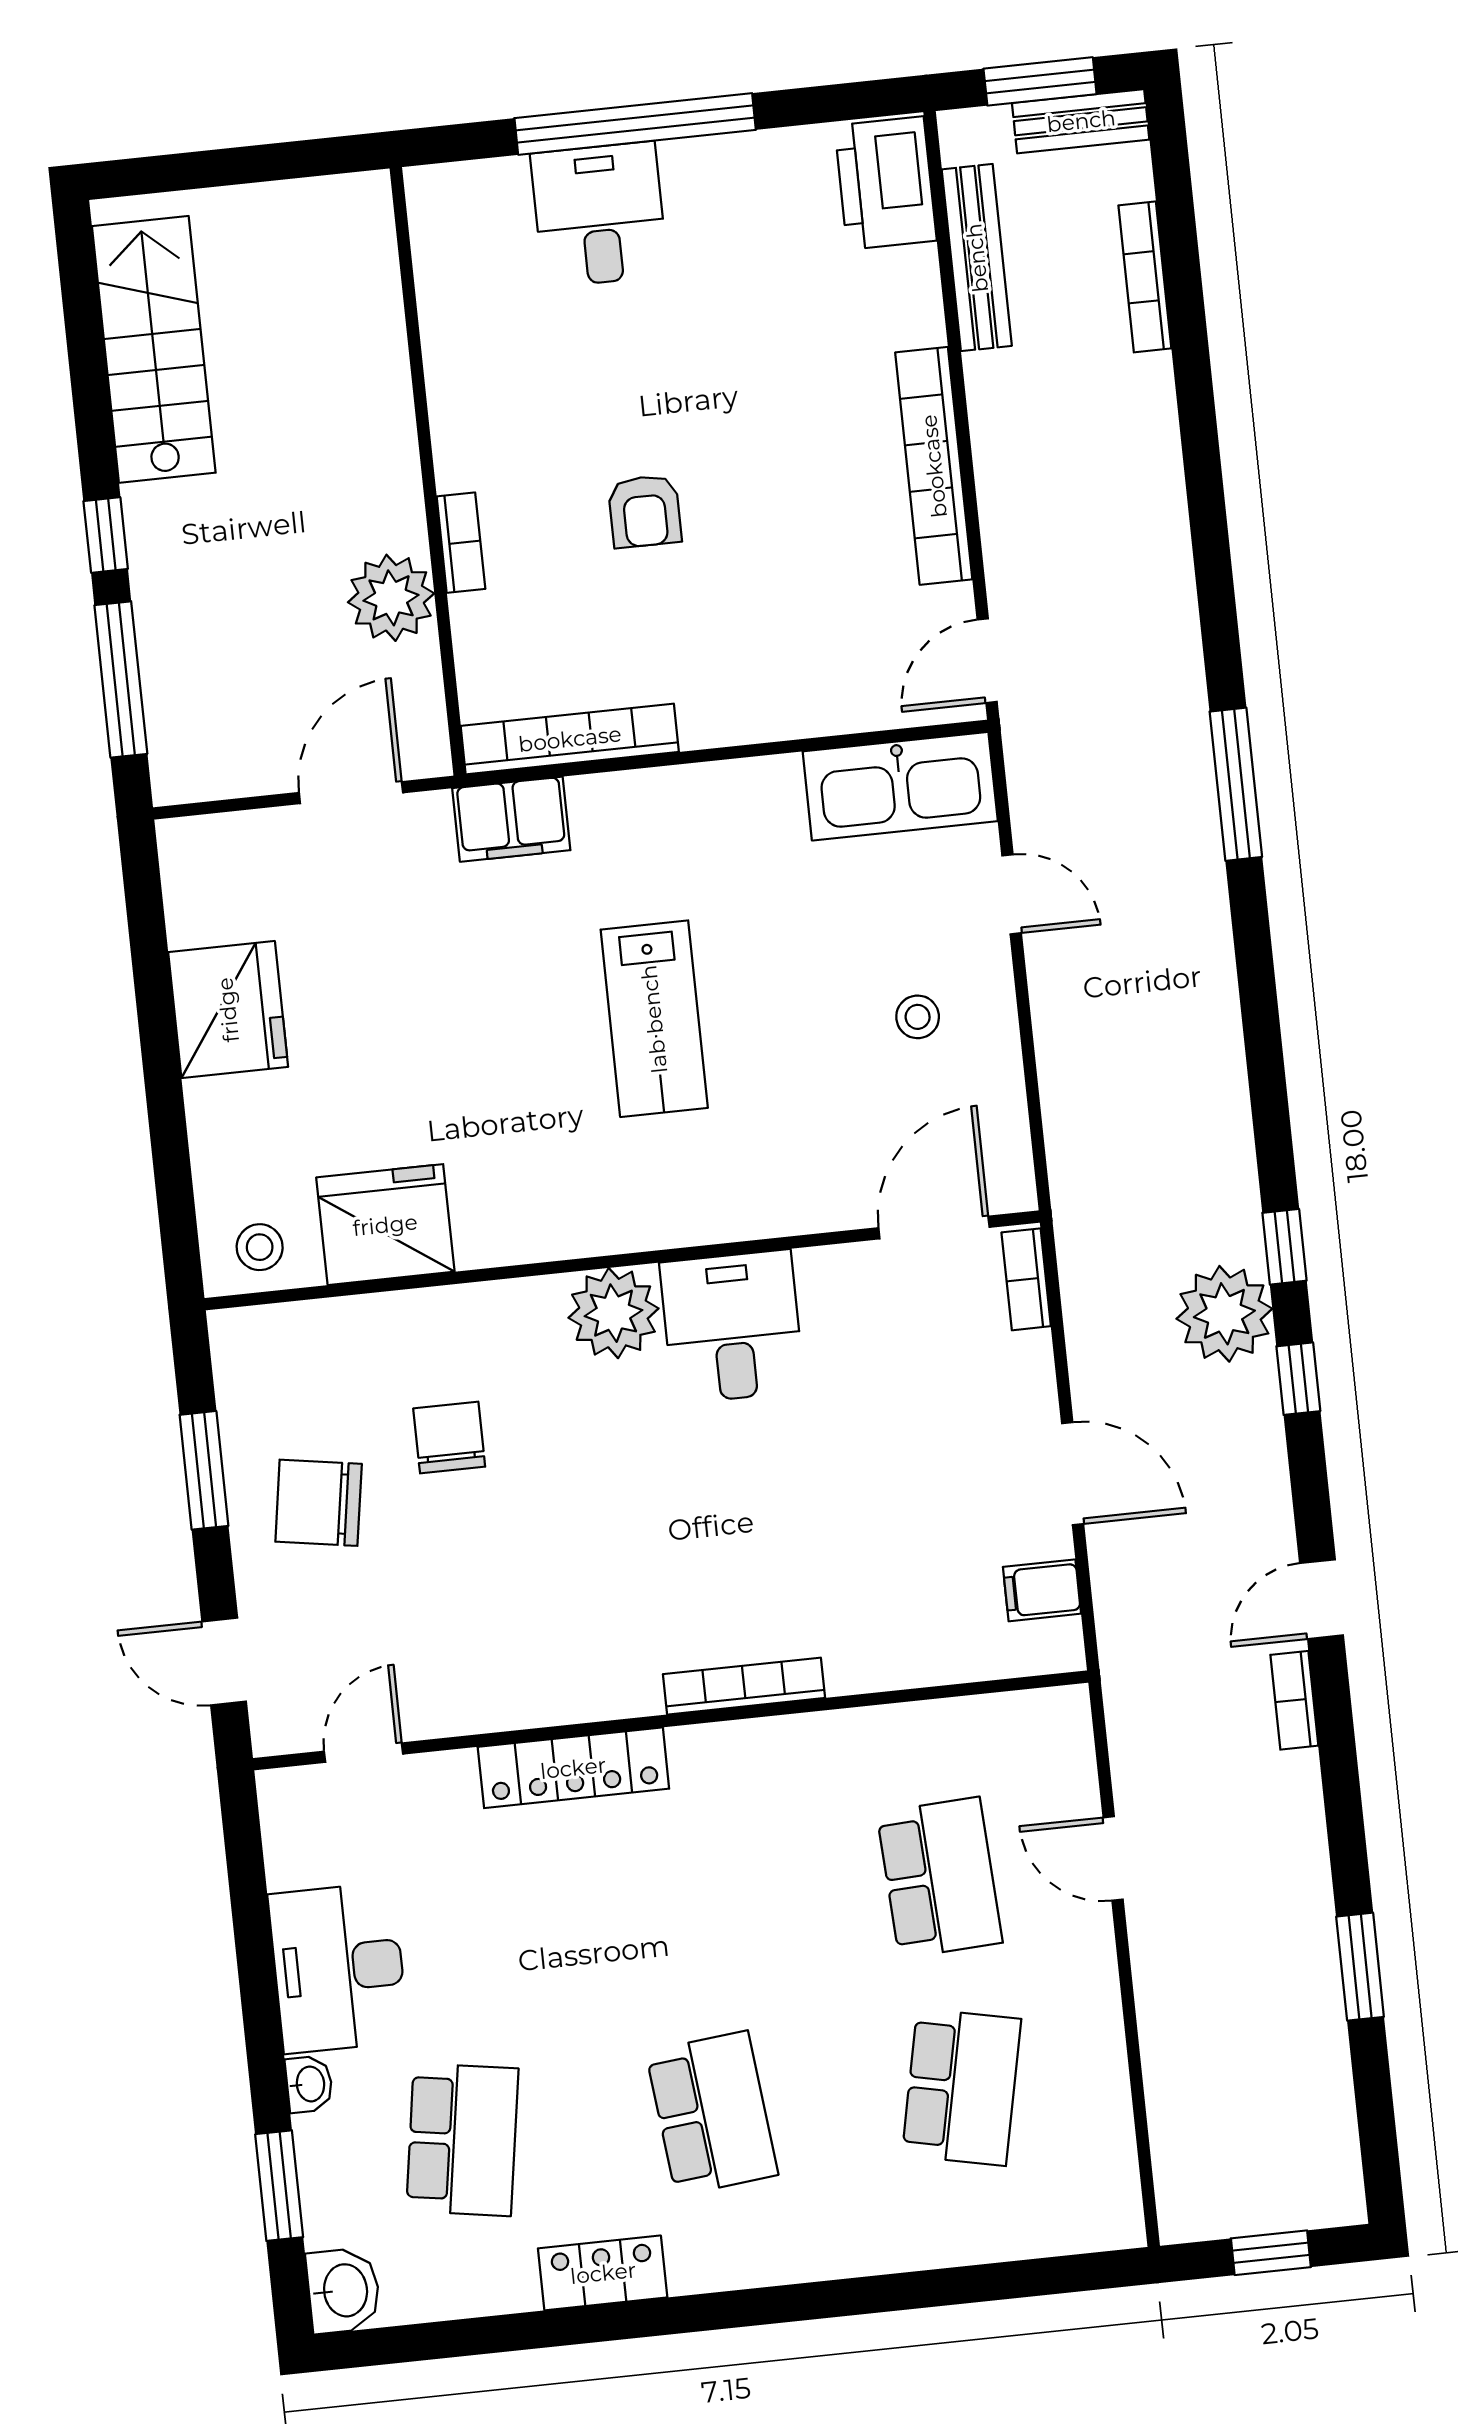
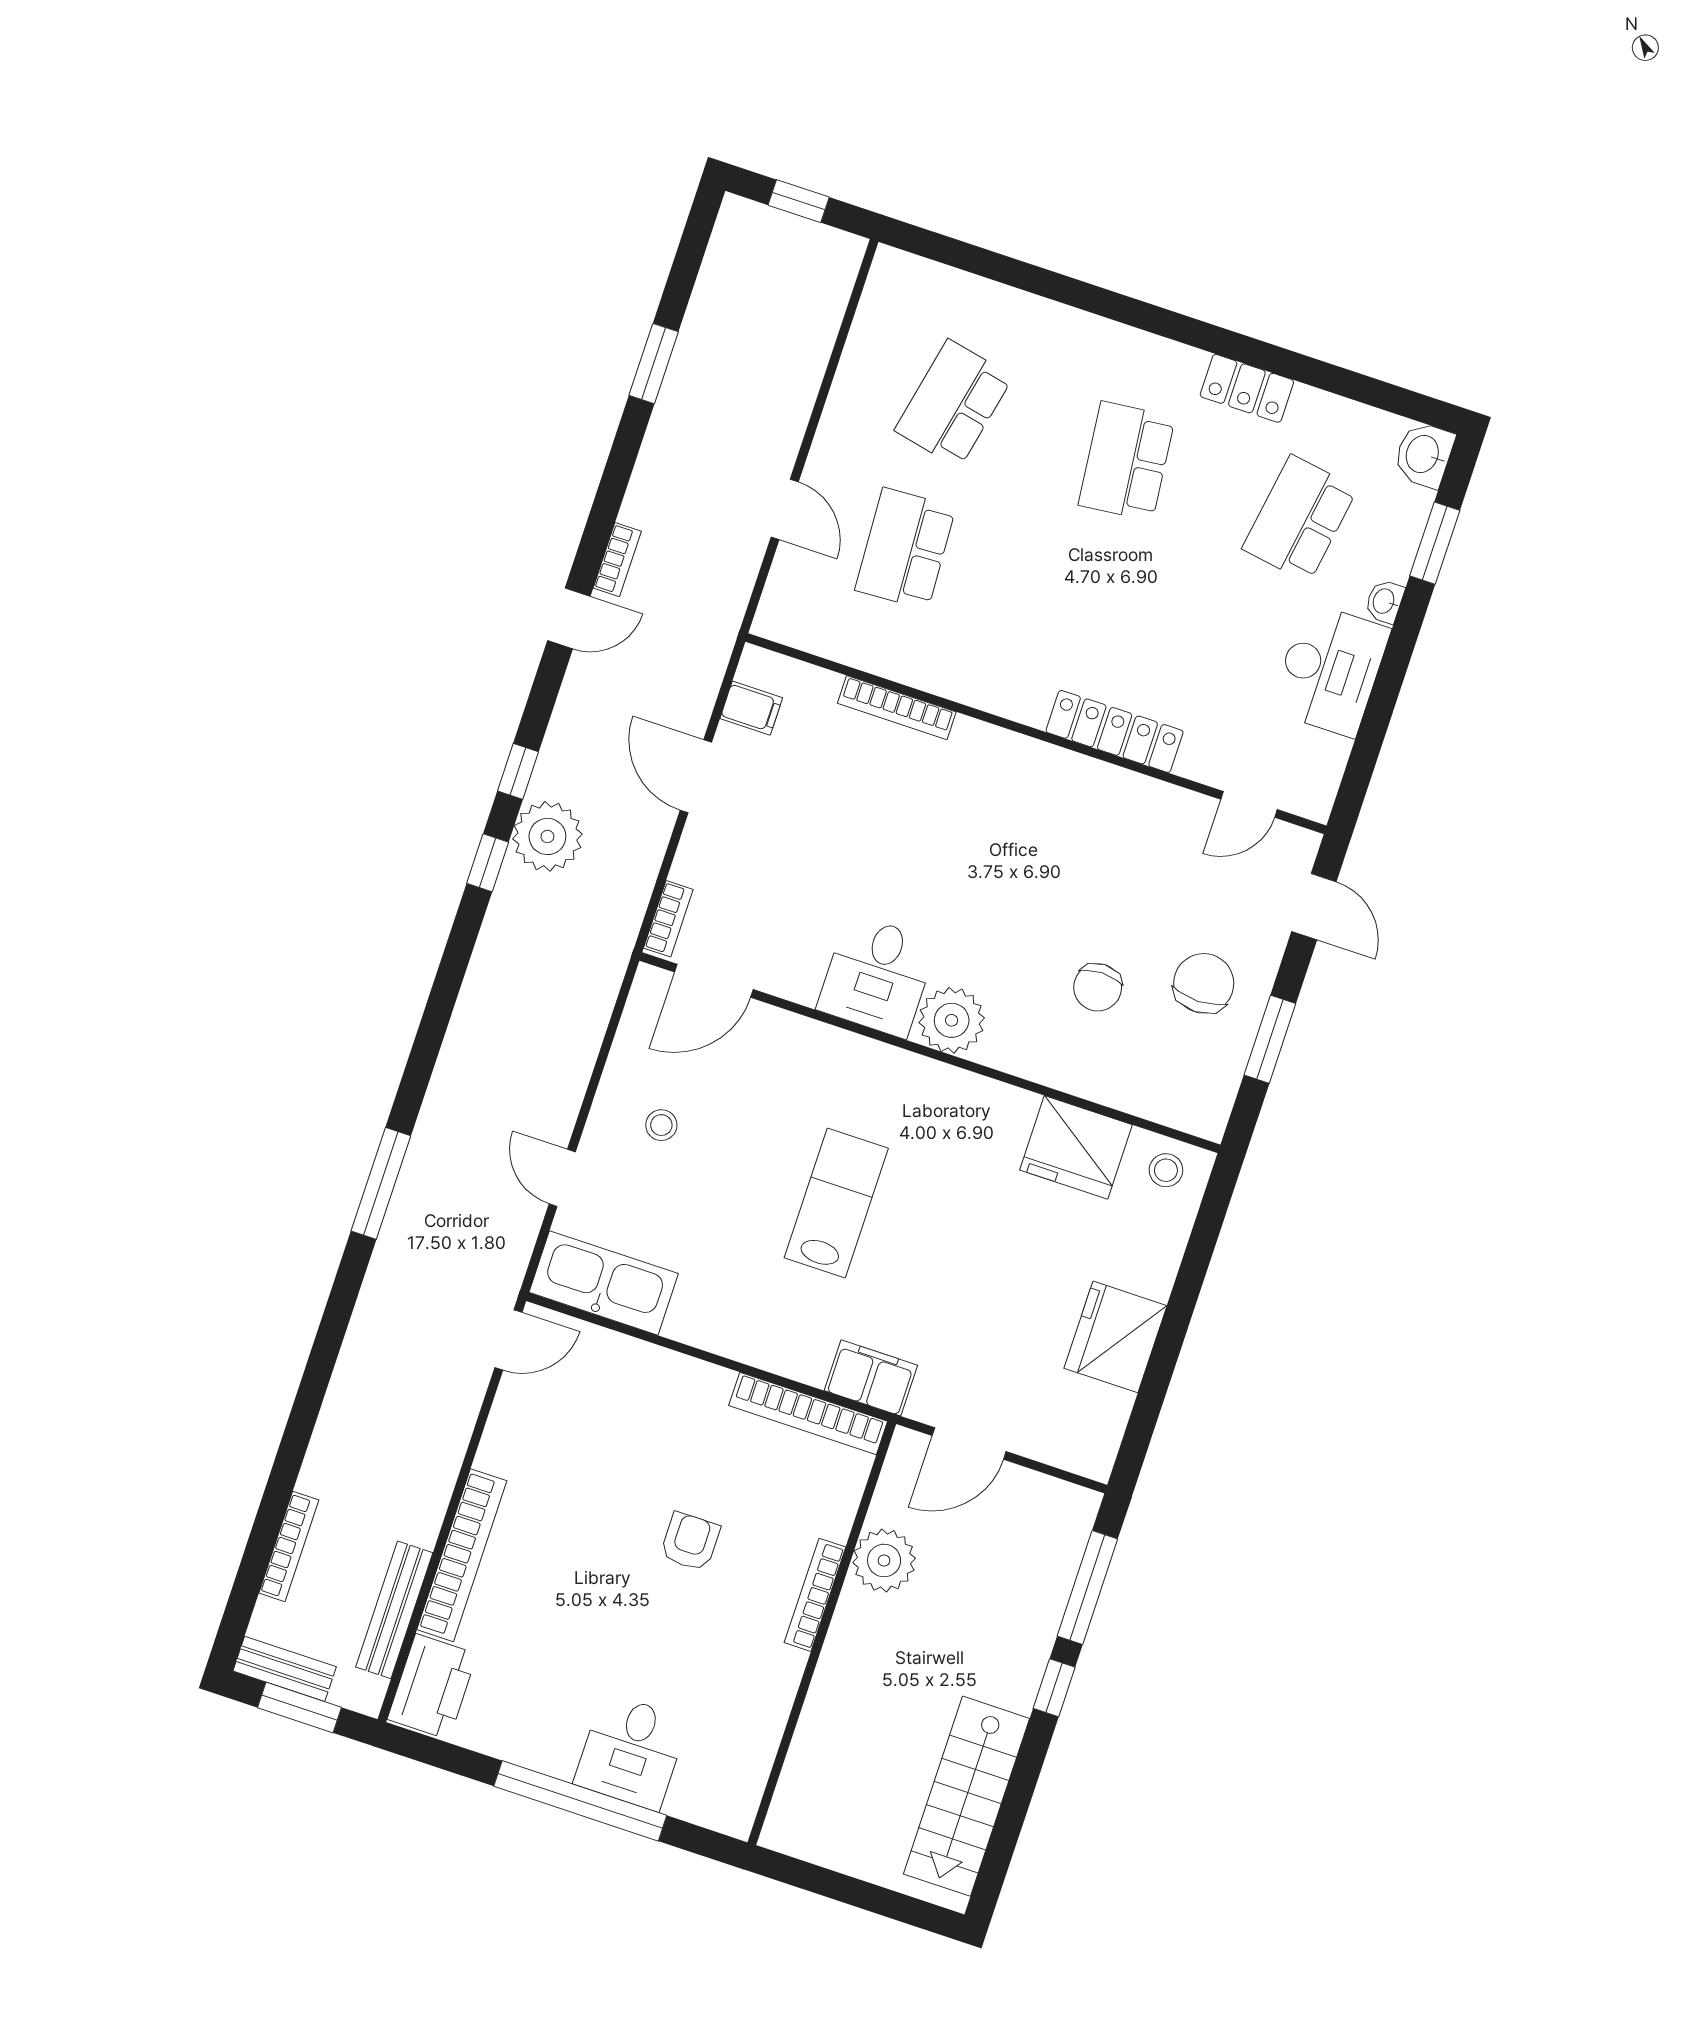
bookcase: (934, 466) -> (462, 1555), moved
bookcase: (461, 543) -> (815, 1595), width x1.56
chair: (319, 1503) -> (1204, 983), turned -99
bookcase: (744, 1686) -> (897, 708), moved

